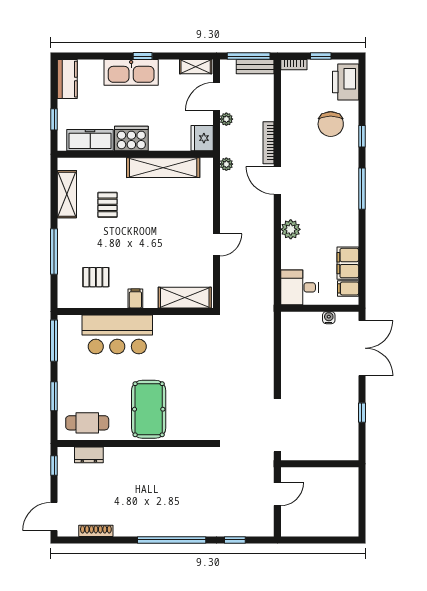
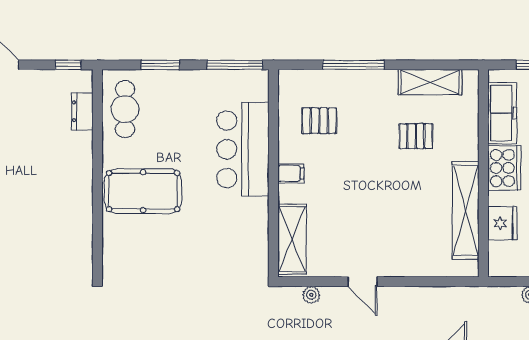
fridge: (202, 138) -> (502, 223), moved, turned 90
plant: (226, 164) -> (311, 295), moved
pallet: (96, 277) -> (319, 121), turned 90

